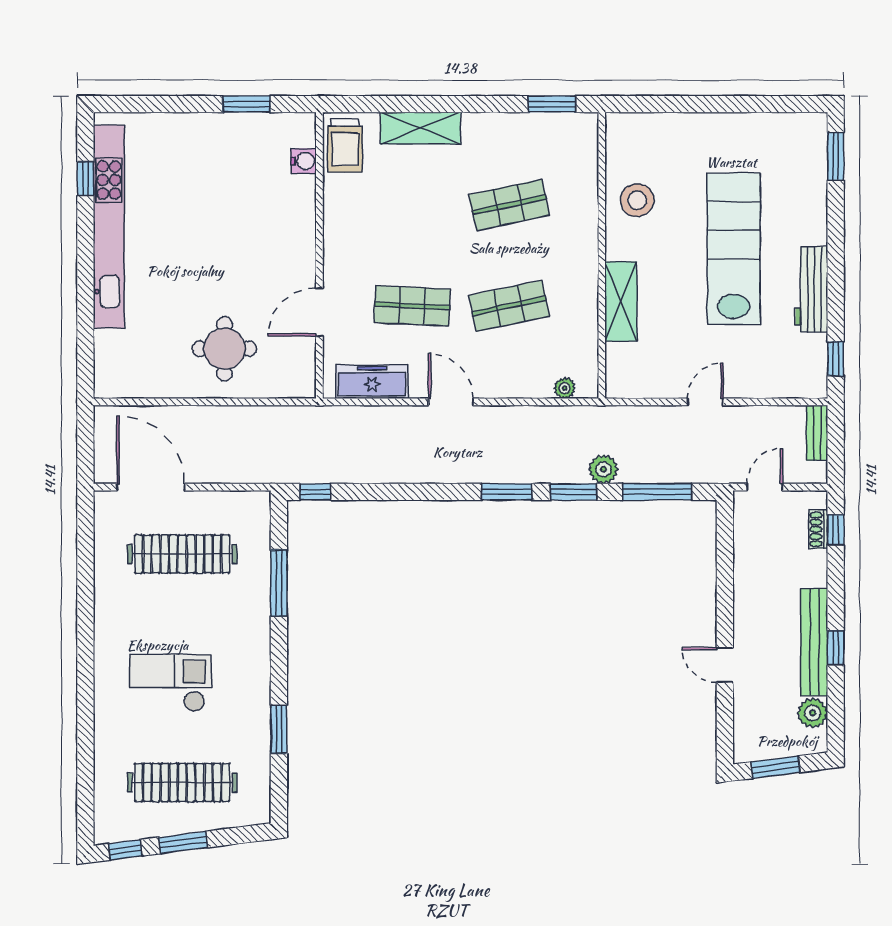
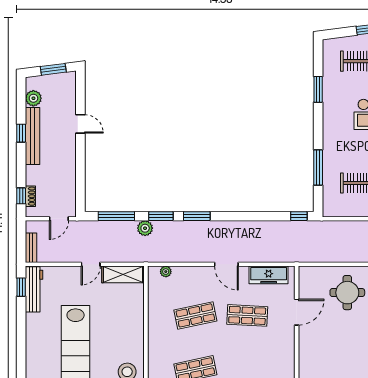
workbench: (812, 289) -> (34, 289), moved
shelving: (621, 301) -> (123, 274), moved, turned 90

